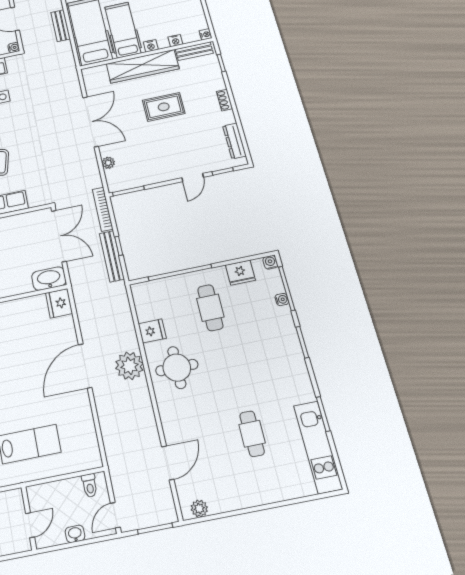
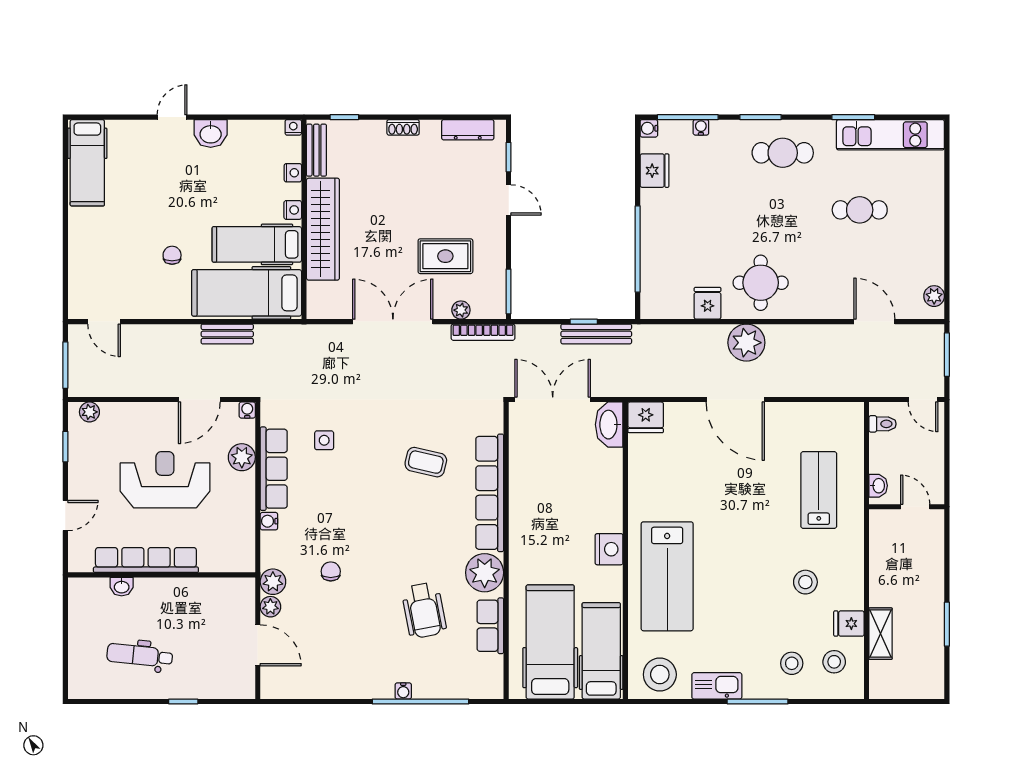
rug: (164, 107) -> (445, 256), moved, turned 90
bookcase: (103, 209) -> (483, 332), moved
cafe table: (210, 308) -> (783, 153), moved
washbasin: (75, 534) -> (878, 486), moved, turned 180

